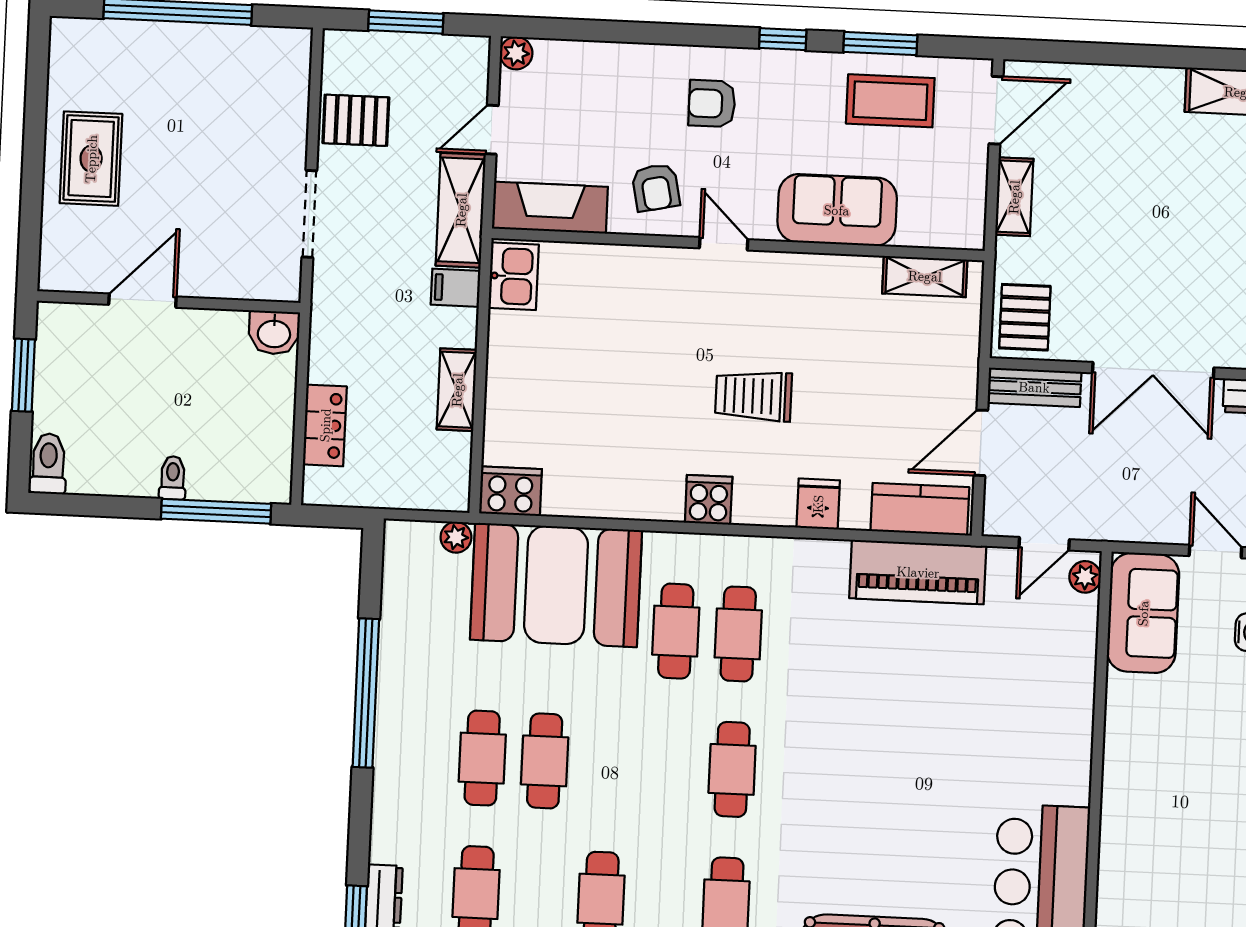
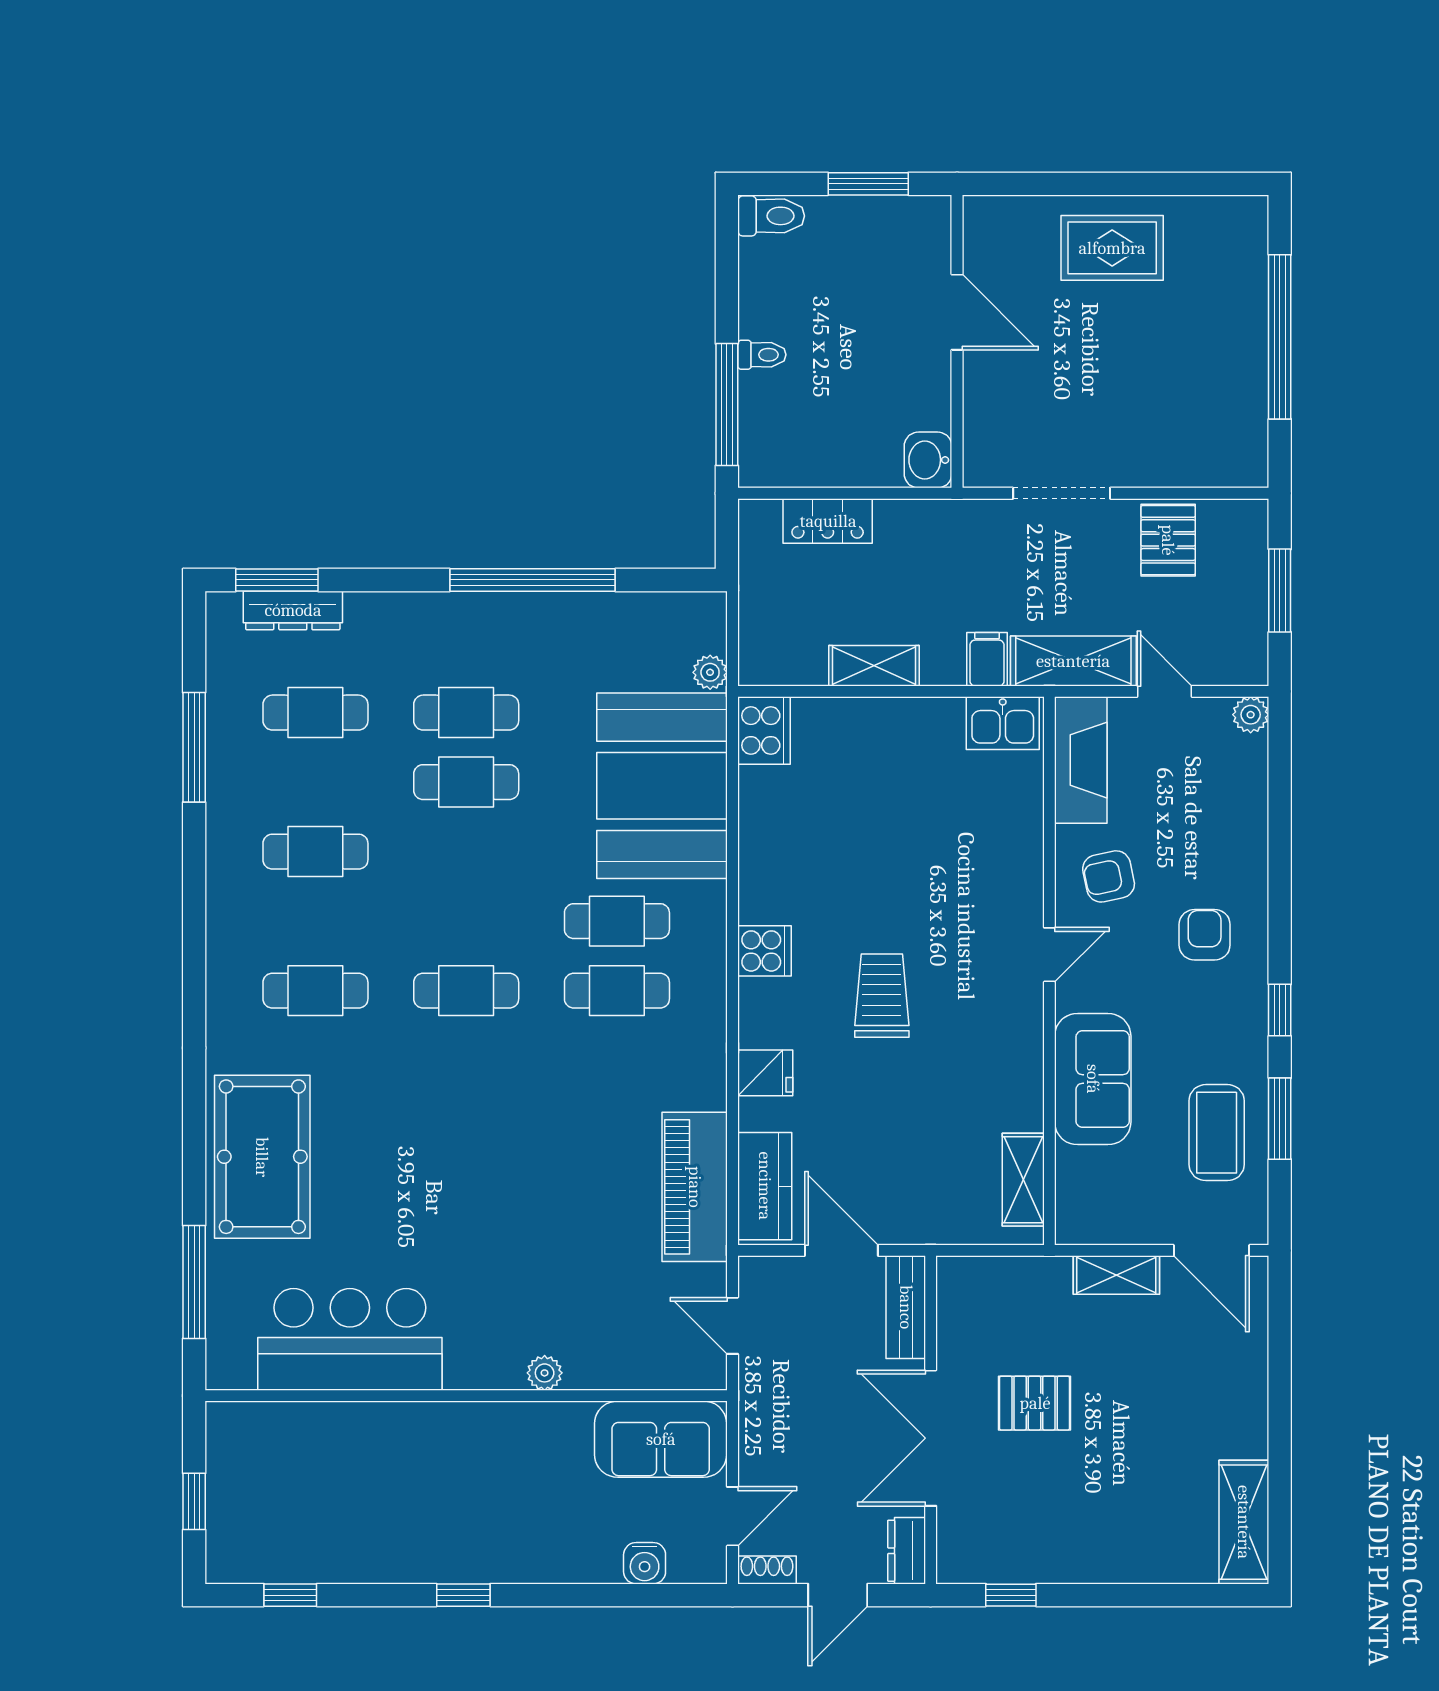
pallet: (1025, 317) -> (1035, 1403), moved
plant: (1085, 577) -> (545, 1373), moved

